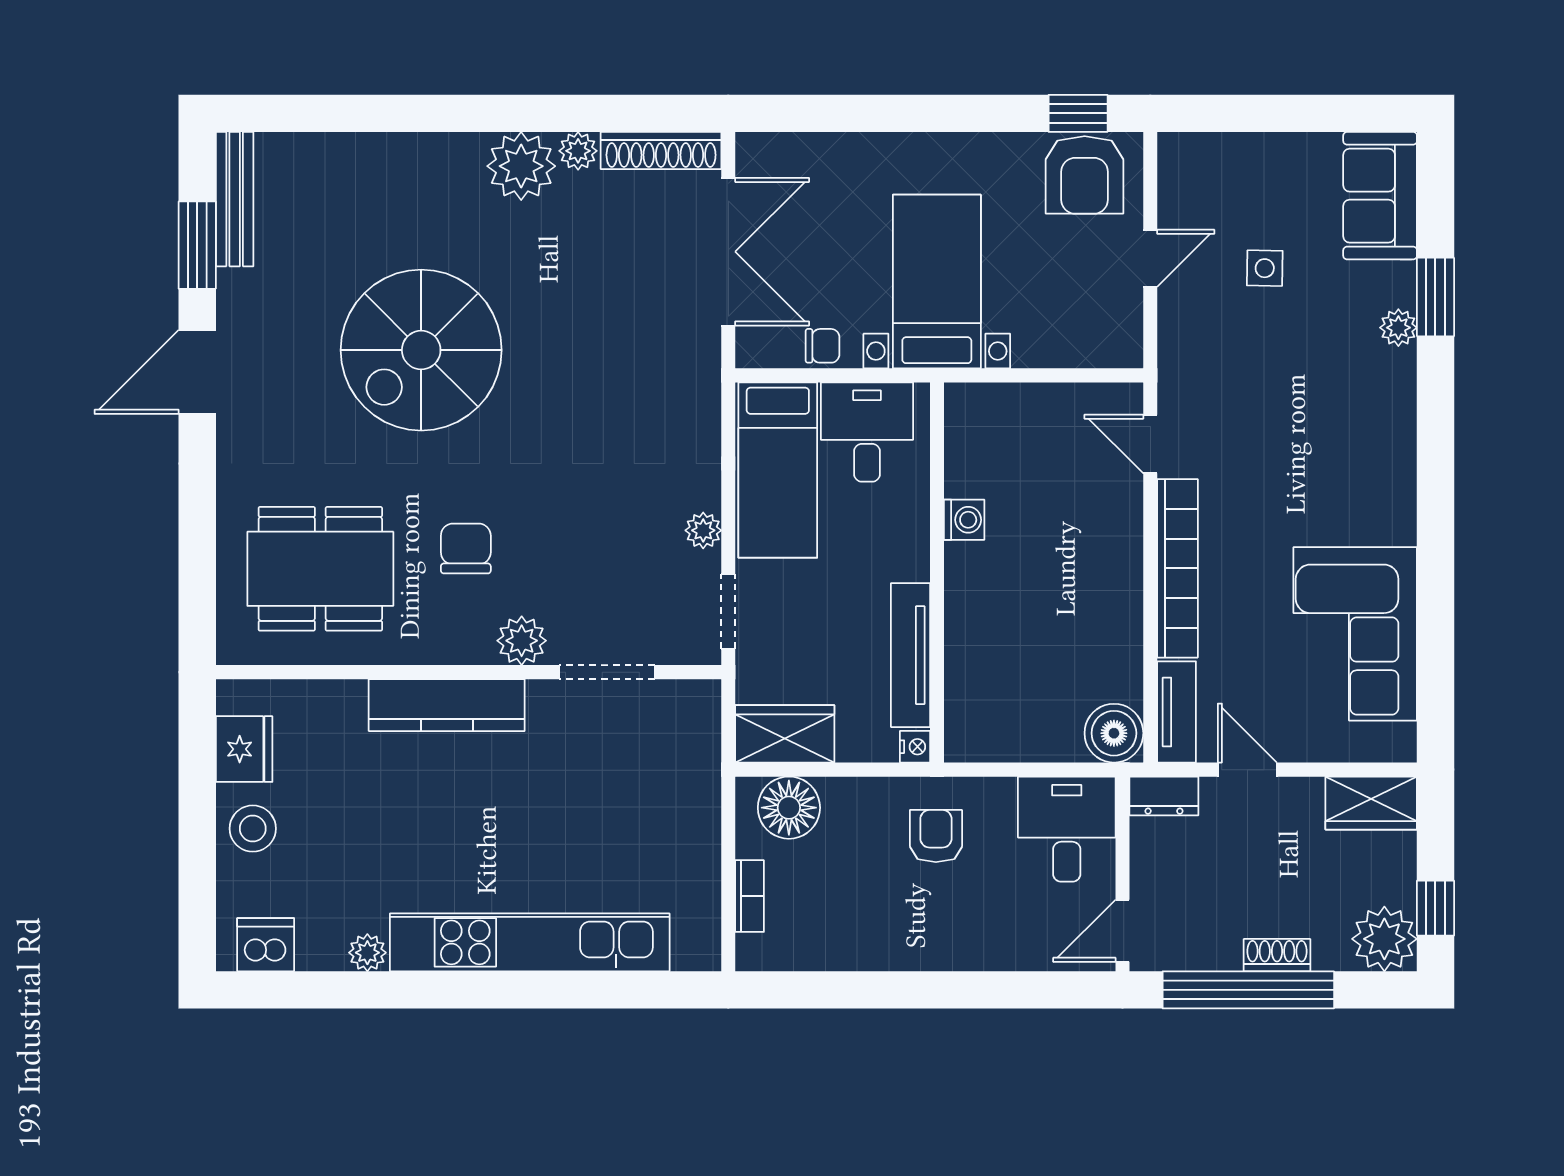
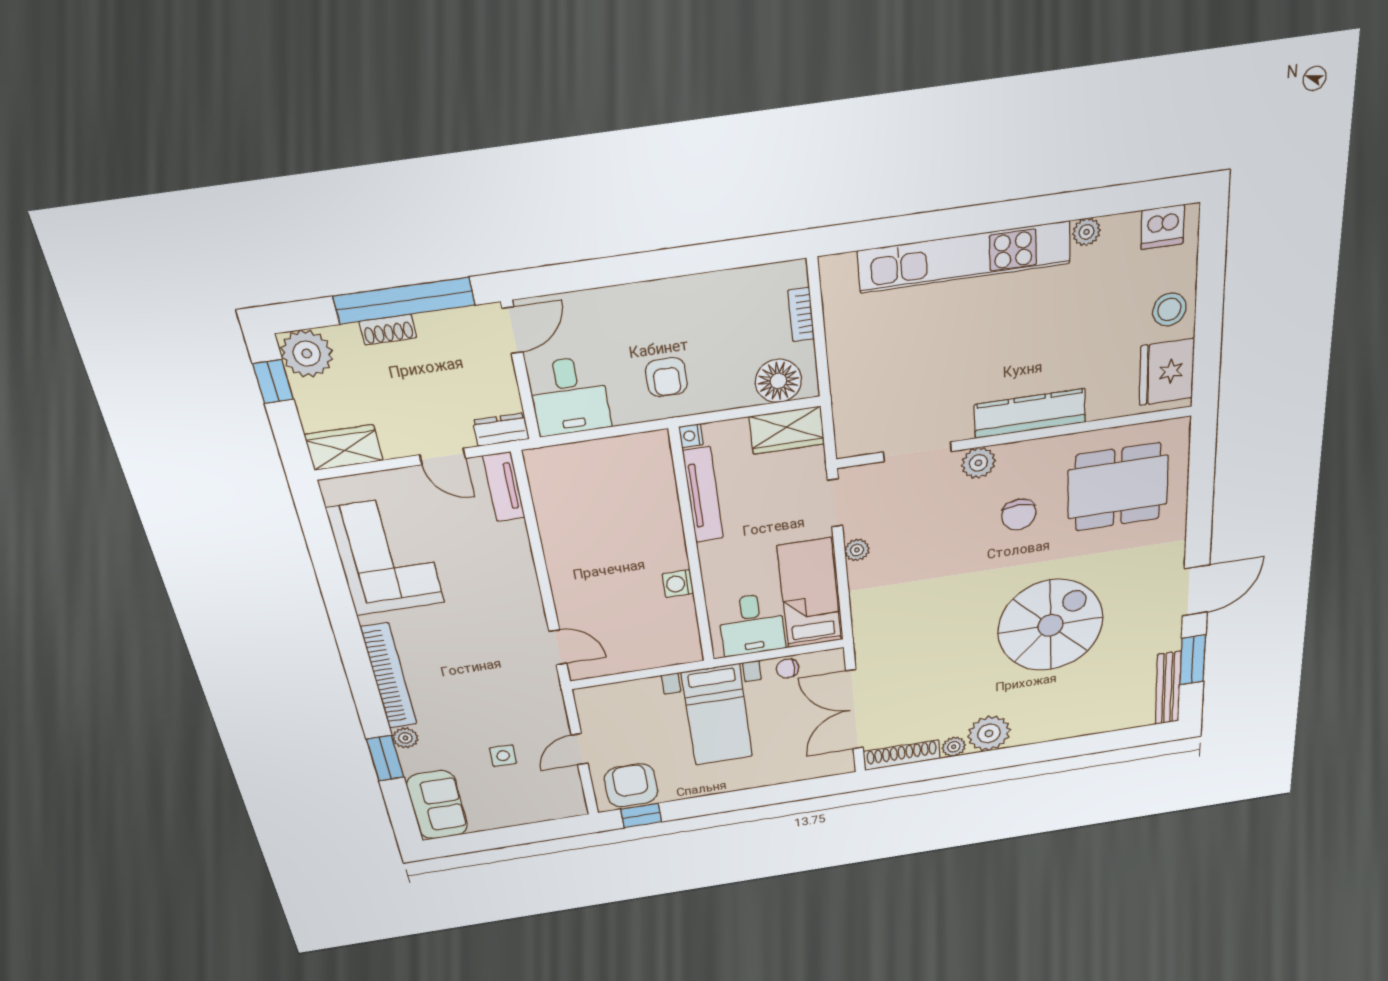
bookcase: (1178, 568) -> (389, 676), moved, turned 180
boiler: (1114, 733) -> (547, 466), removed
fridge: (244, 749) -> (1167, 372), width x1.36, depth x1.34

